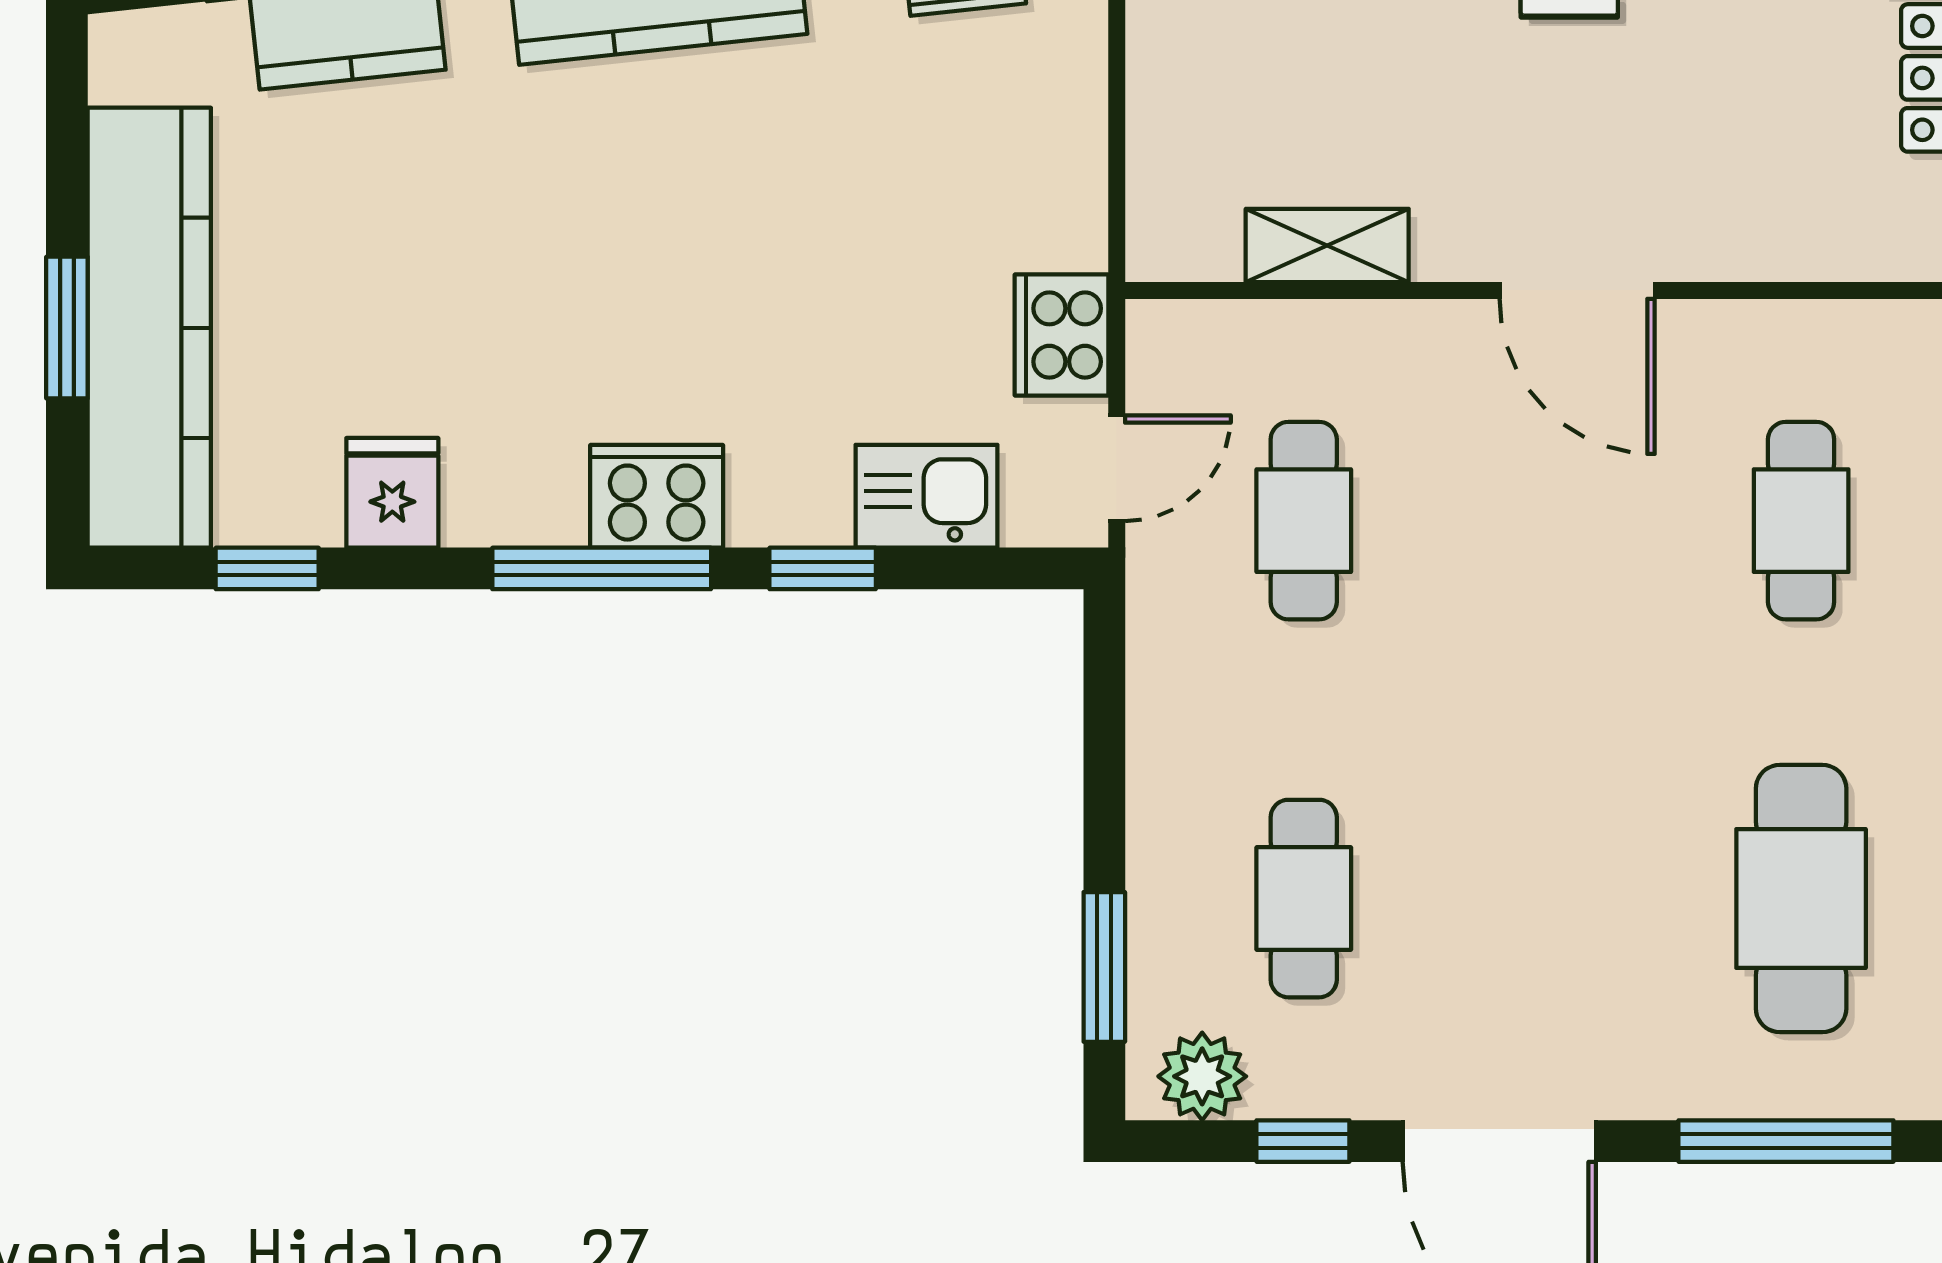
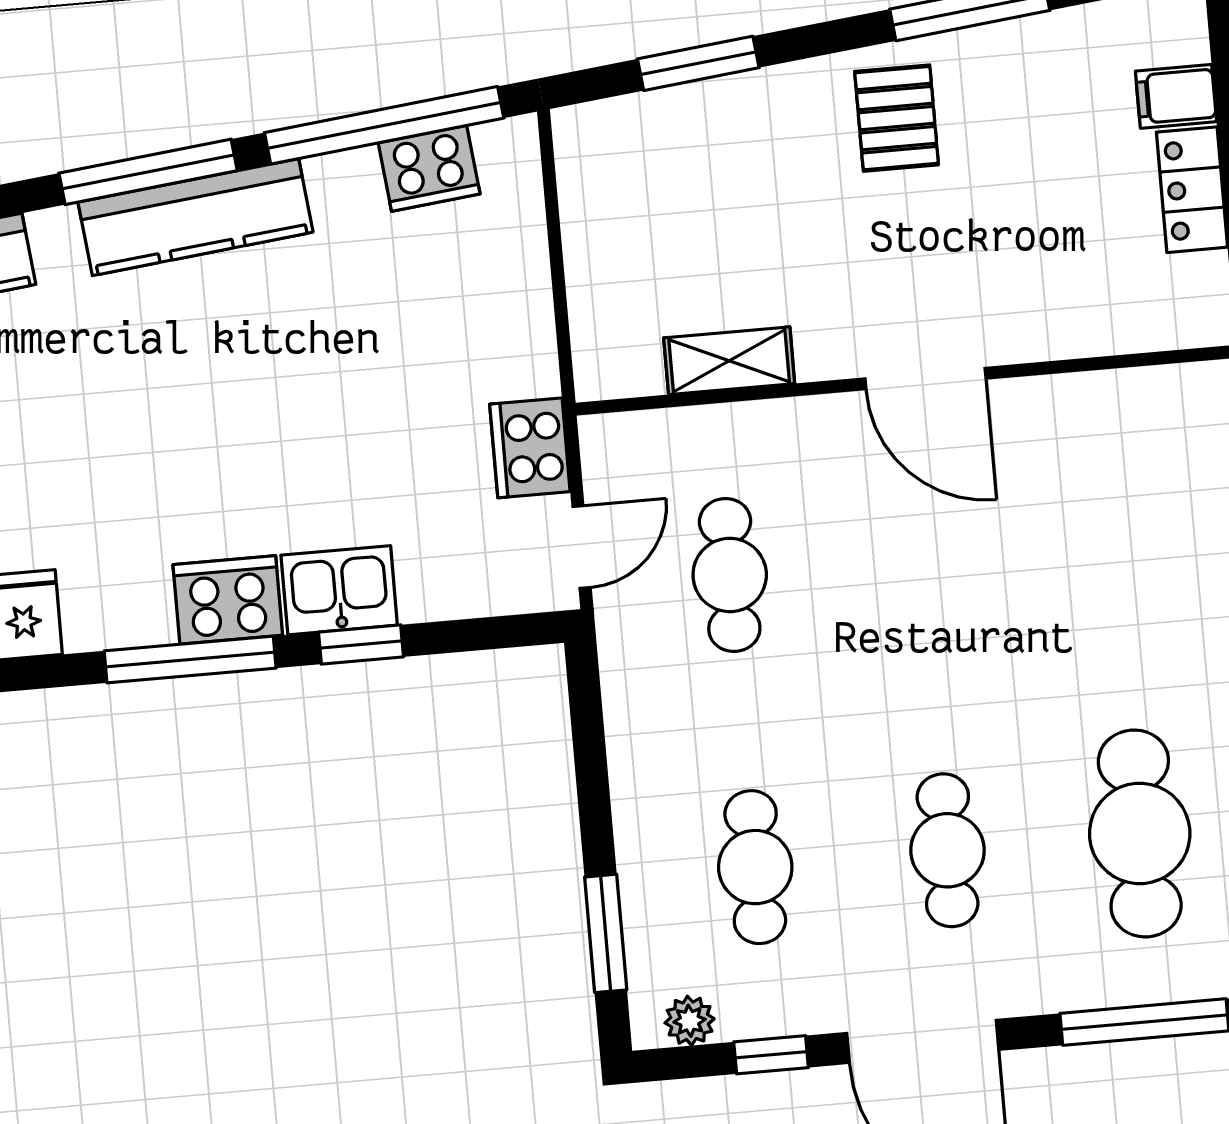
kitchen sink: (926, 496) -> (339, 590), moved
cafe table: (1801, 521) -> (947, 850), moved
plant: (1202, 1076) -> (690, 1021), width x0.73, depth x0.73

